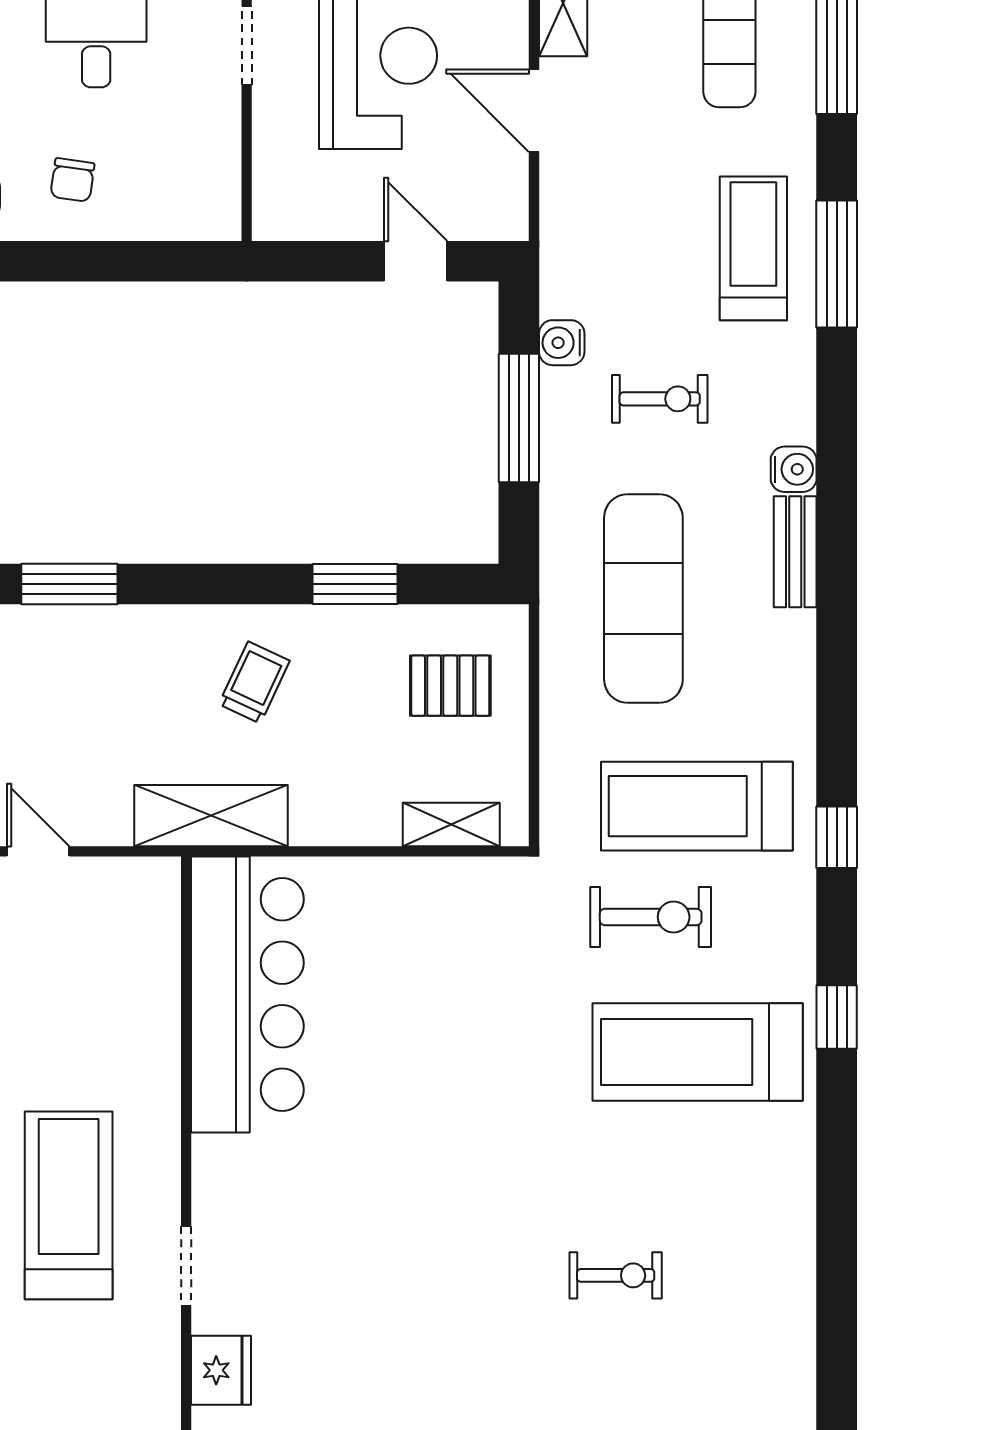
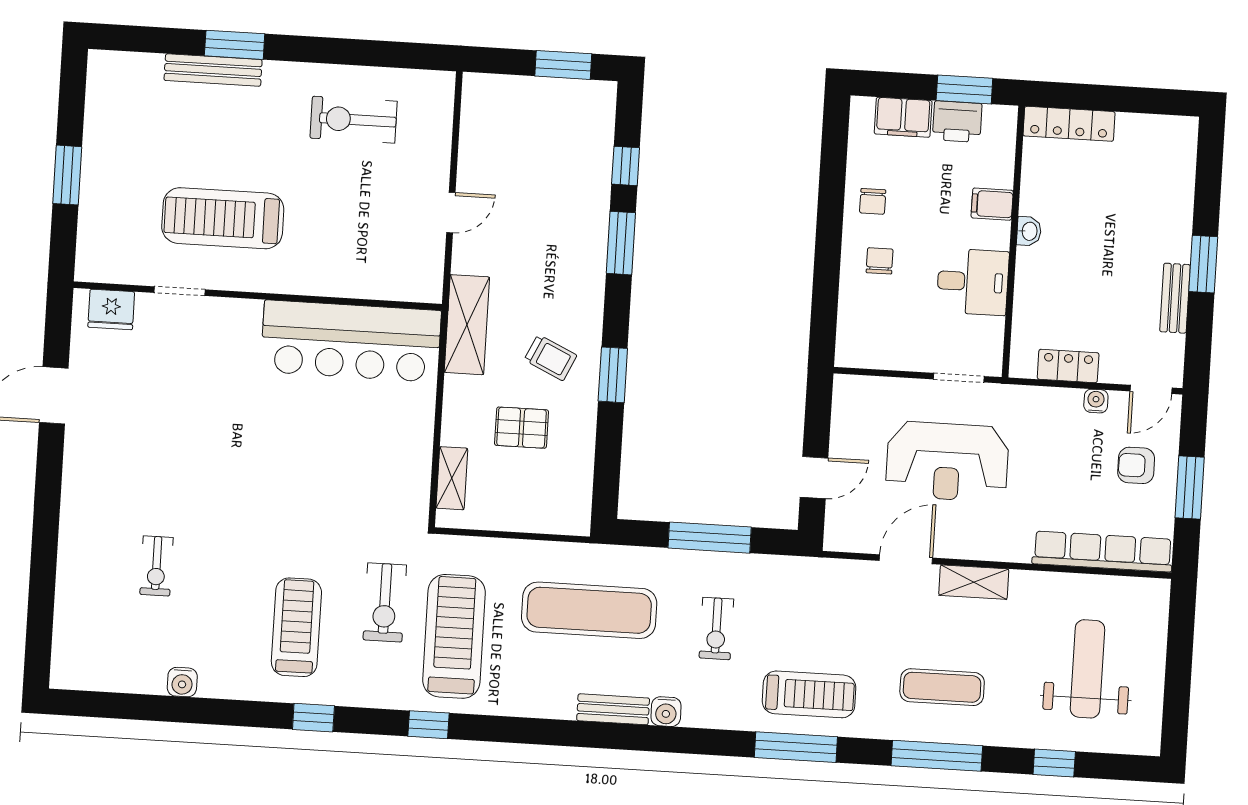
chair: (72, 180) -> (880, 261), turned 82
water cooler: (562, 343) -> (182, 682), moved, turned 180
window: (355, 584) -> (613, 375), moved
pallet: (450, 686) -> (522, 428), moved, turned 90
treadmill: (698, 1052) -> (296, 627), width x0.73, depth x0.73
treadmill: (69, 1205) -> (223, 218), turned 180

